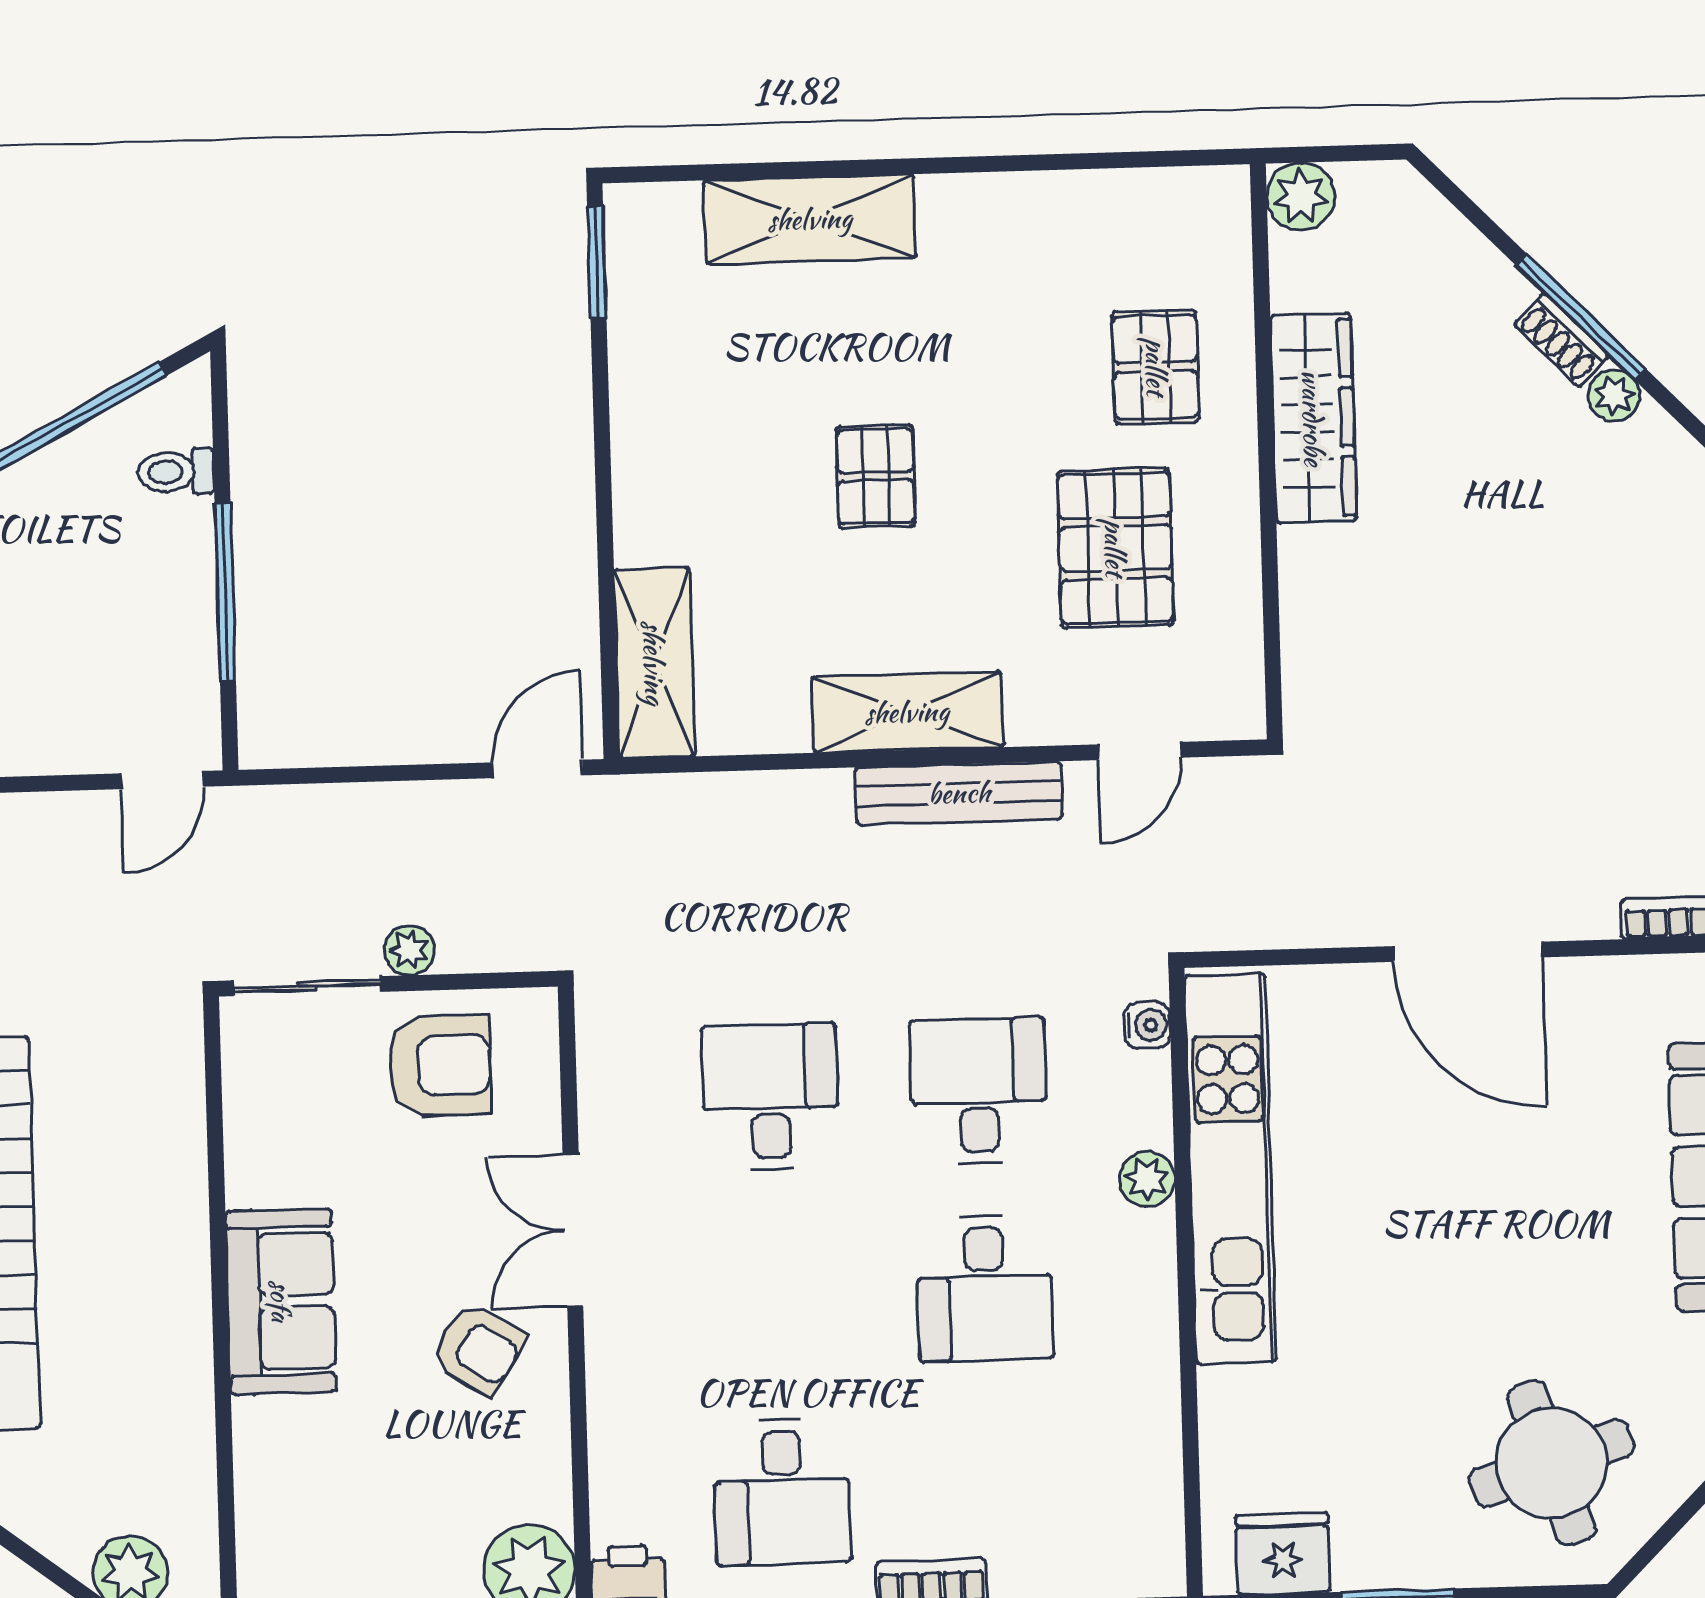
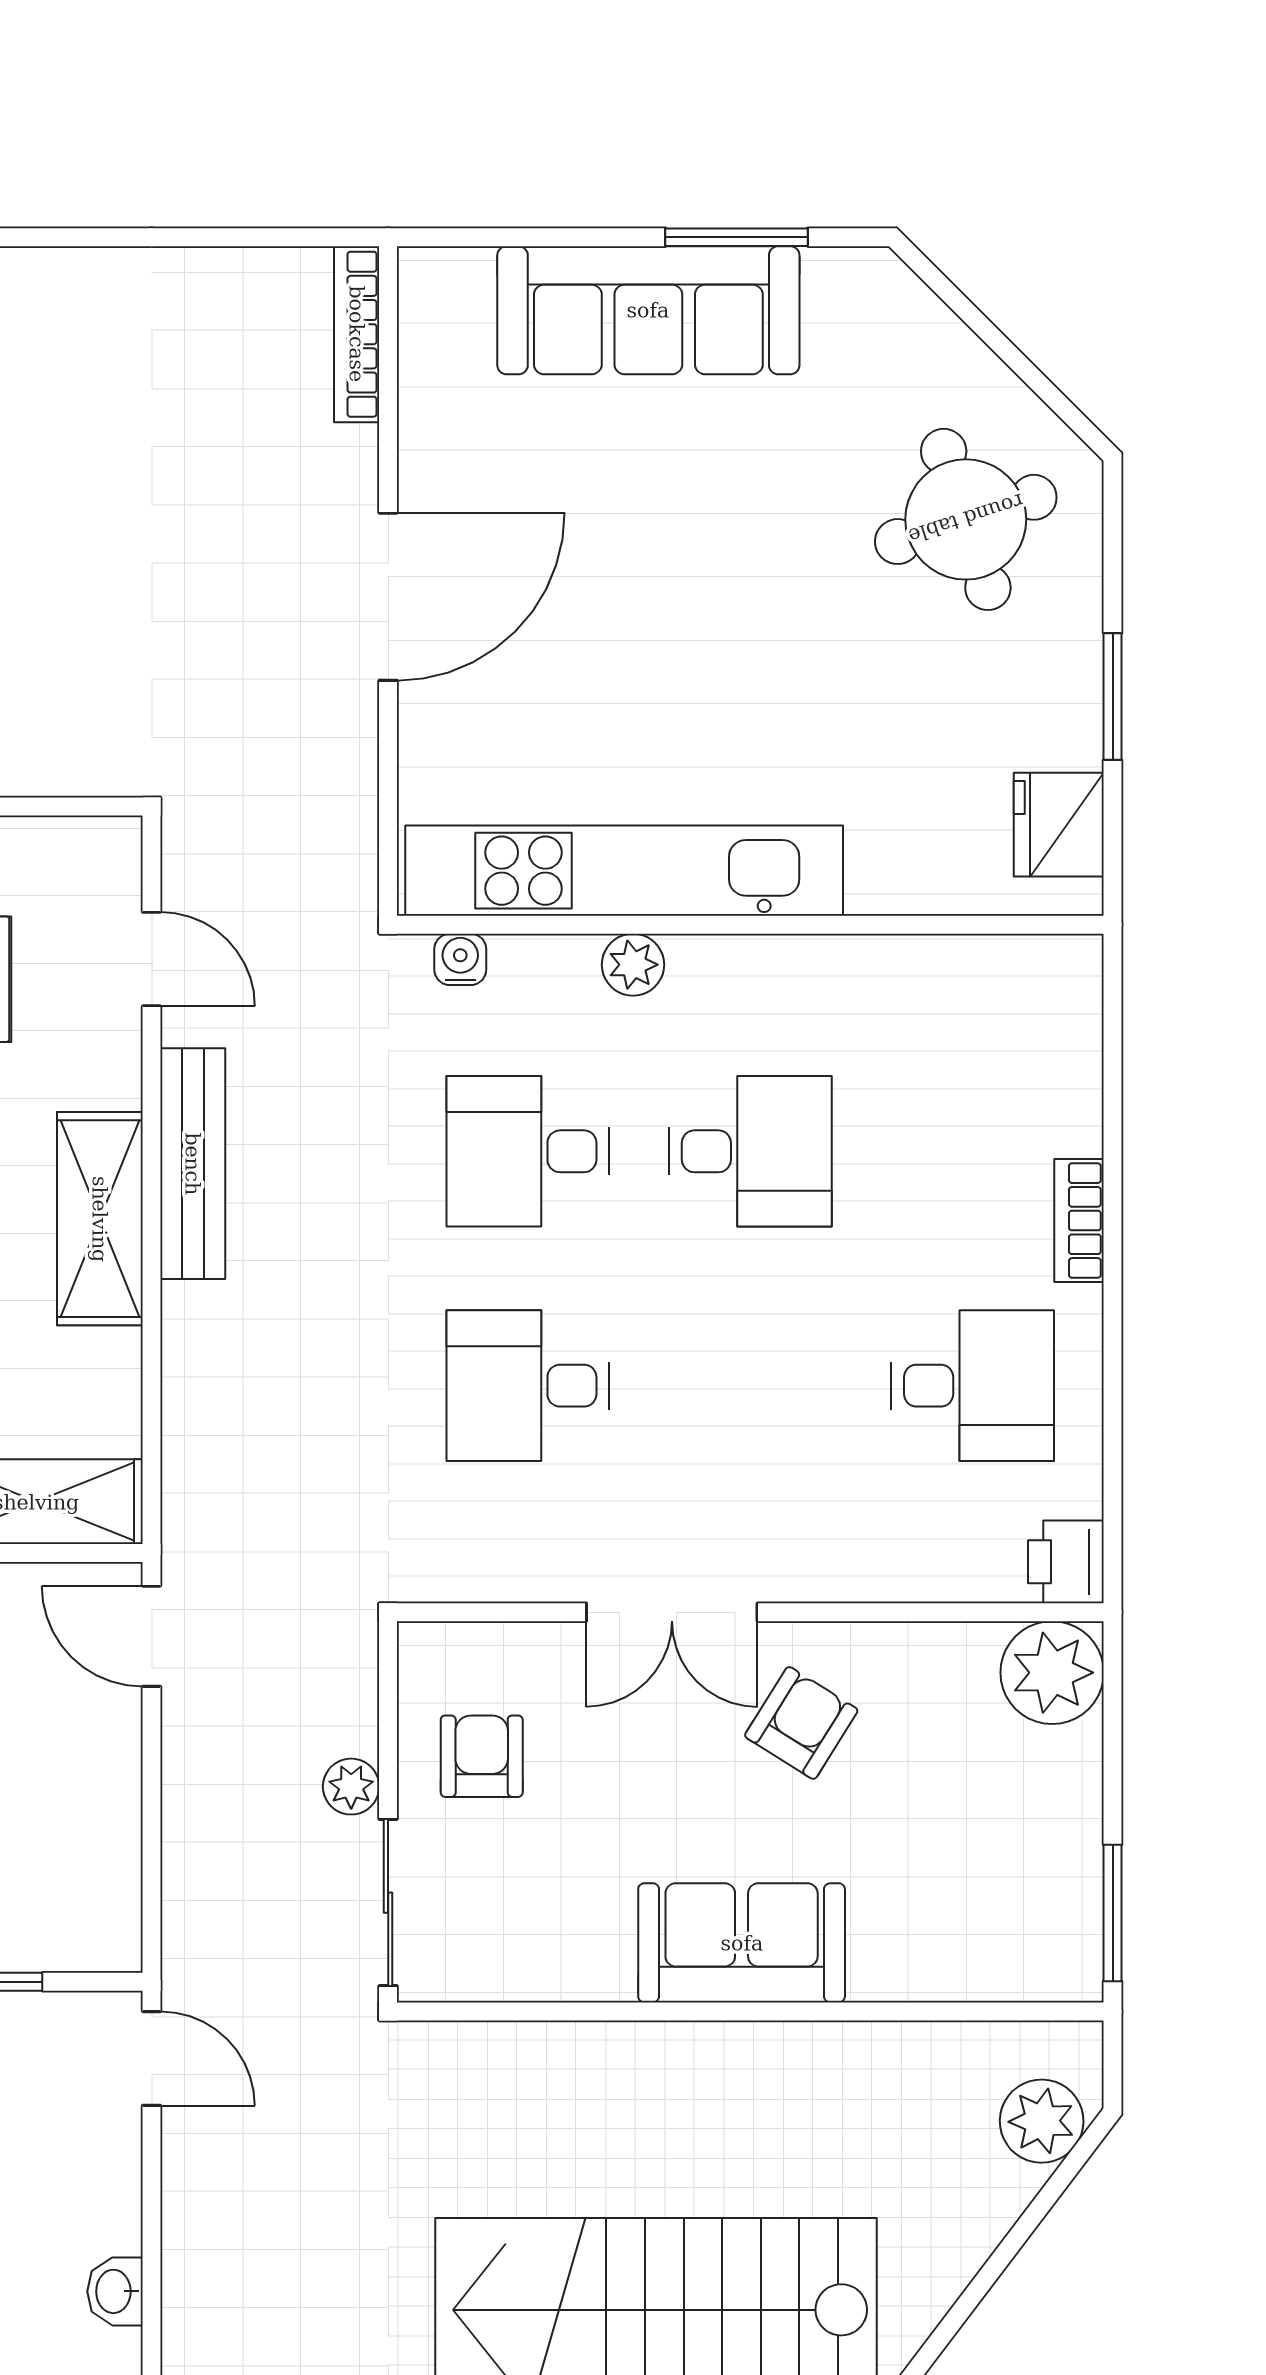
armchair: (440, 1065) -> (482, 1756), width x0.72, depth x0.72

